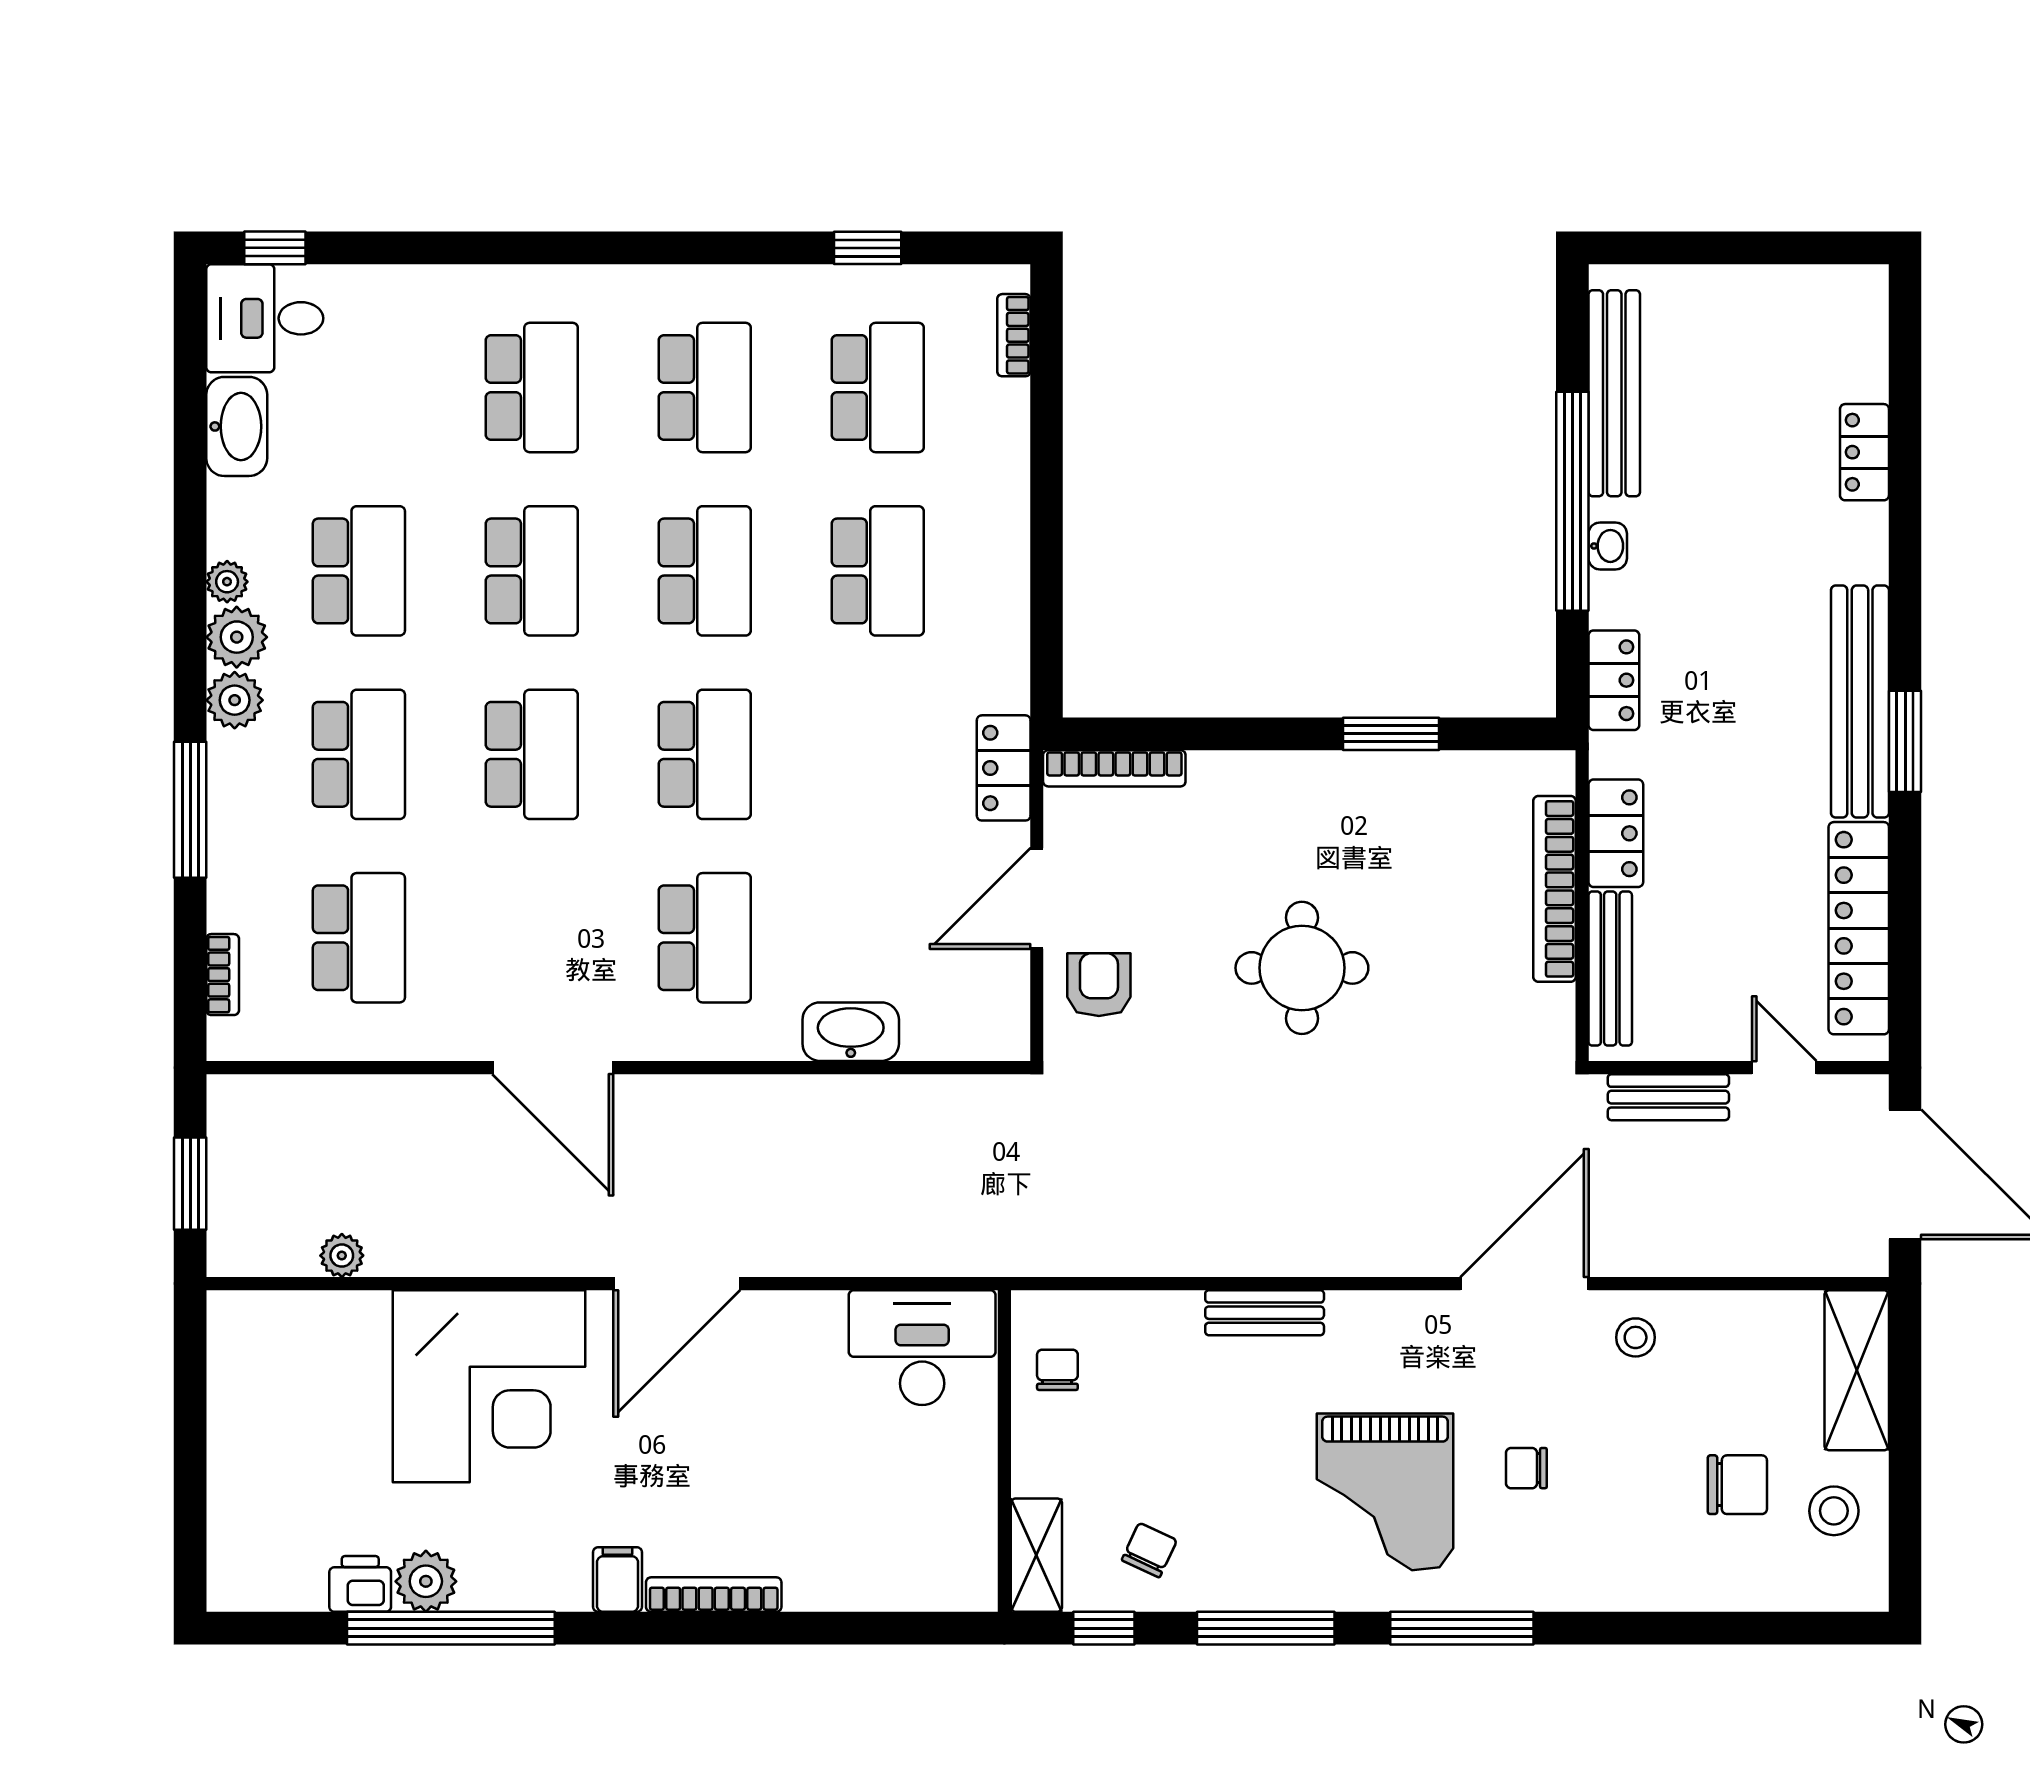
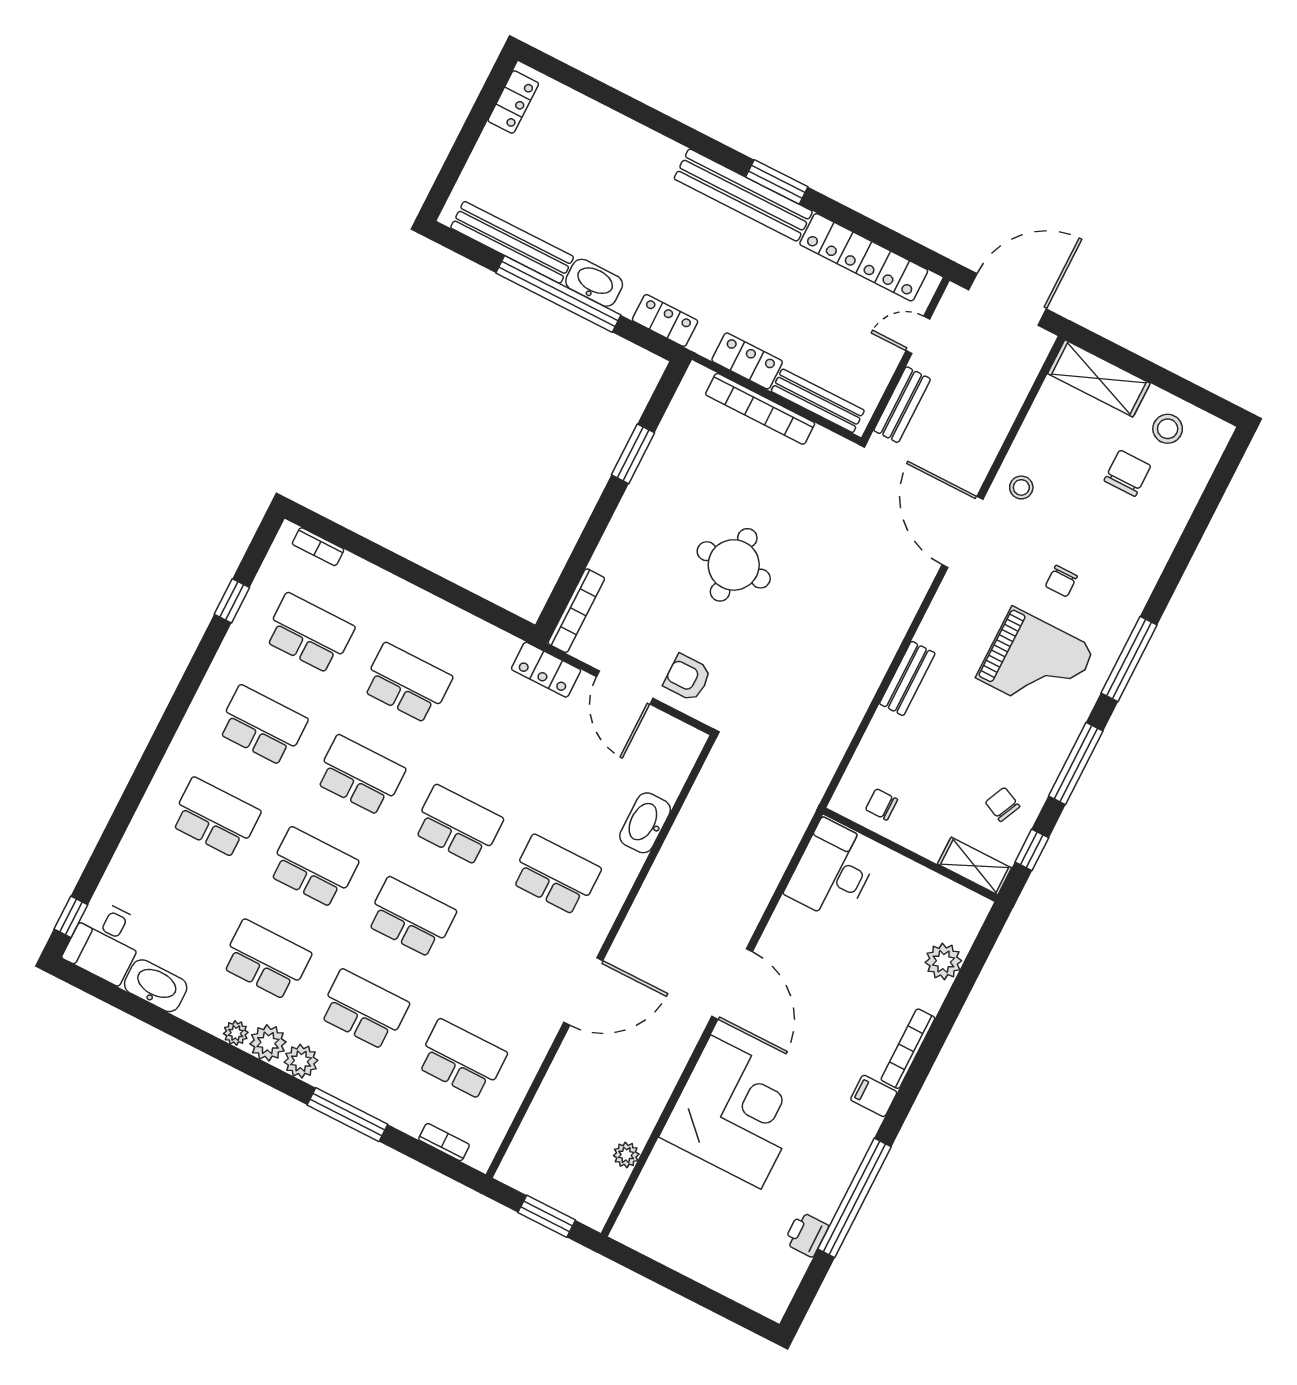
locker: (1864, 452) -> (513, 102), moved, turned -90
washbasin: (1608, 546) -> (594, 283), width x1.91, depth x1.45
plant: (426, 1581) -> (943, 962), moved

